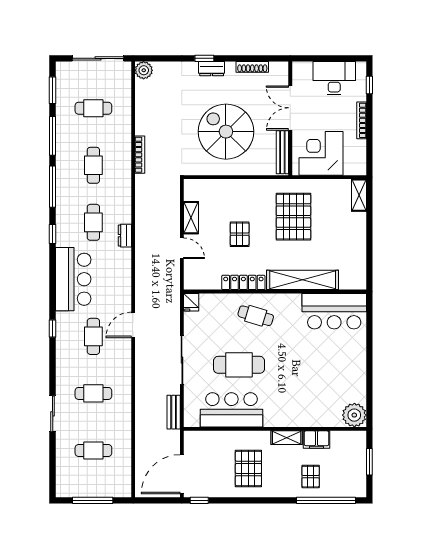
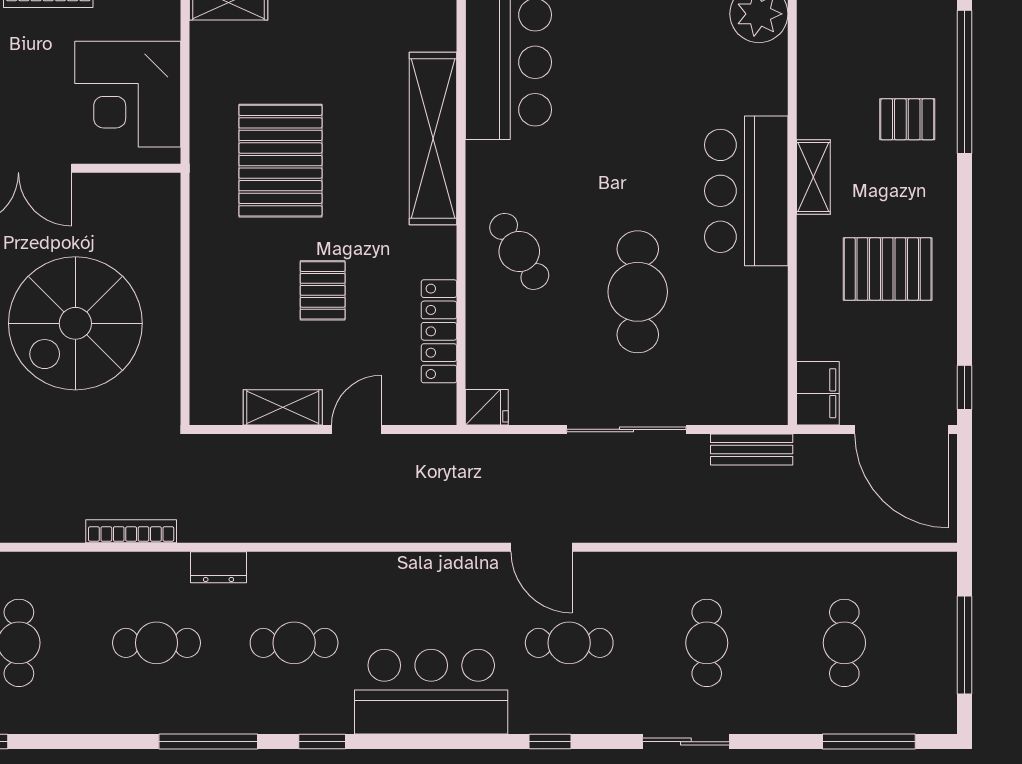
window: (53, 136) -> (869, 742), moved
bench: (282, 152) -> (125, 187), removed
pallet: (293, 217) -> (280, 161), turned 90
pallet: (240, 234) -> (323, 290), turned 90
dresser: (125, 236) -> (218, 567), moved
locker: (243, 282) -> (439, 331), moved
cafe table: (256, 316) -> (519, 251), turned -49
bar counter: (231, 410) -> (746, 191), moved
sliding door: (53, 414) -> (686, 742), moved
filing cabinet: (316, 440) -> (818, 393), moved

